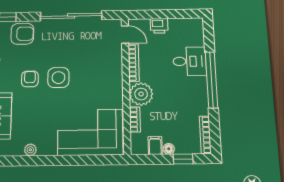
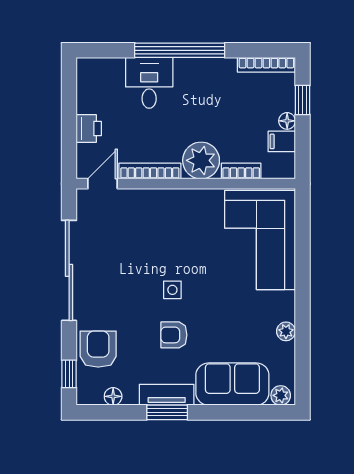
side table: (58, 78) -> (172, 290), width x0.54, depth x0.54

